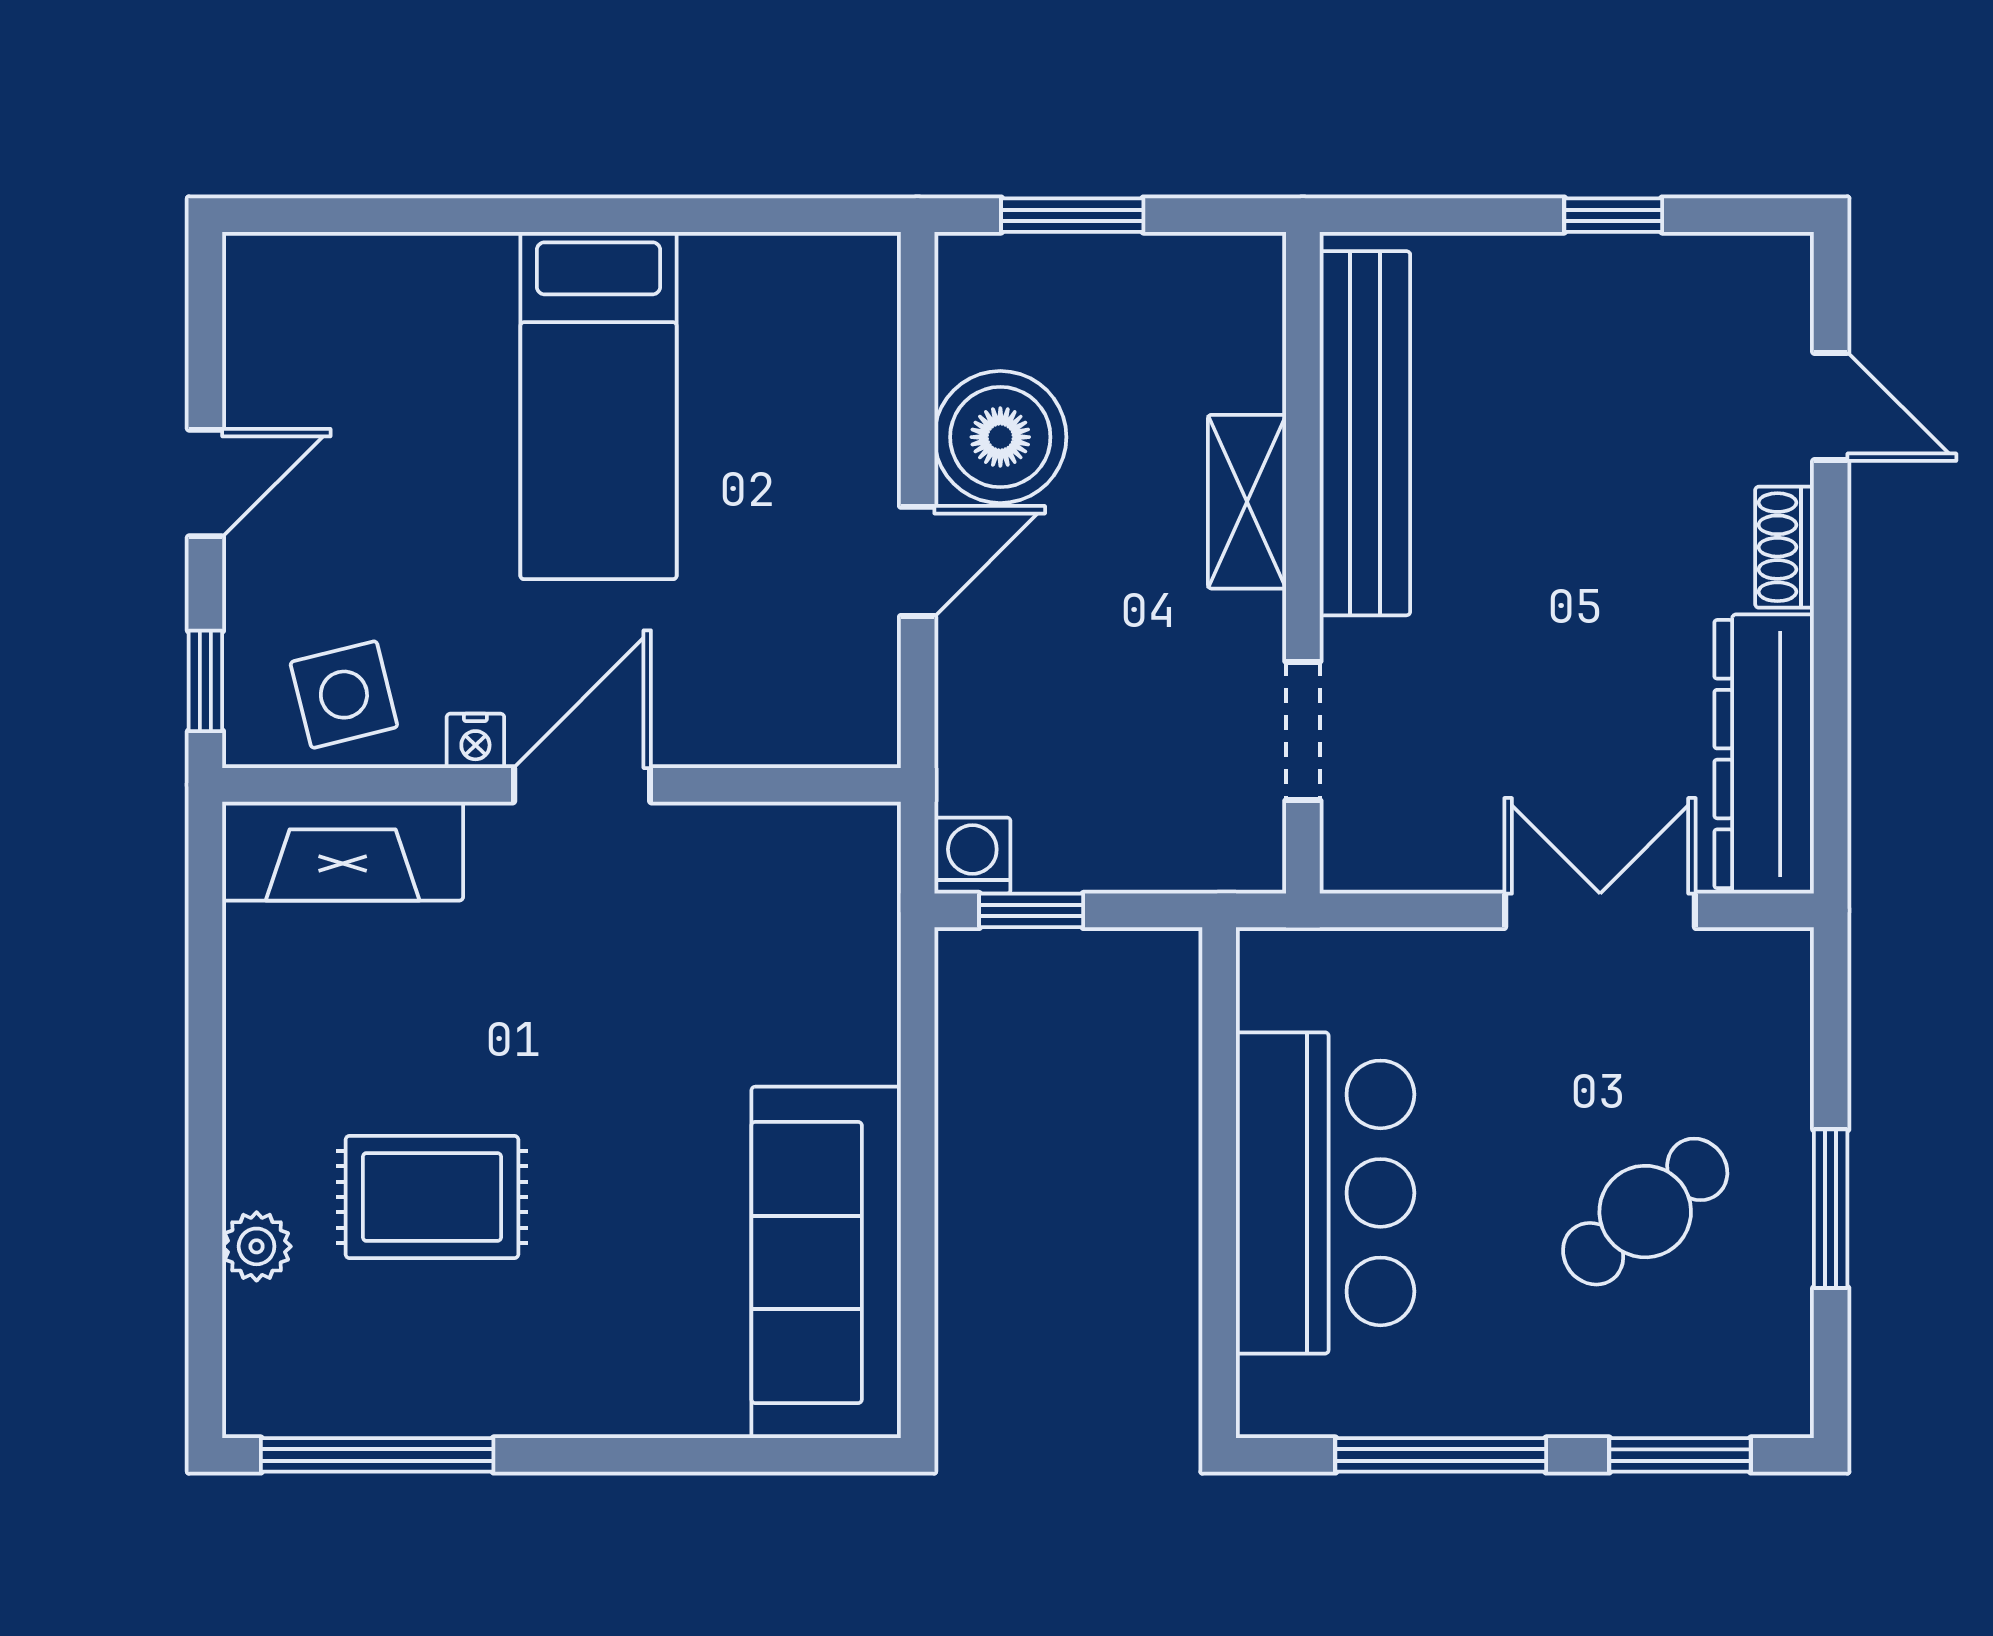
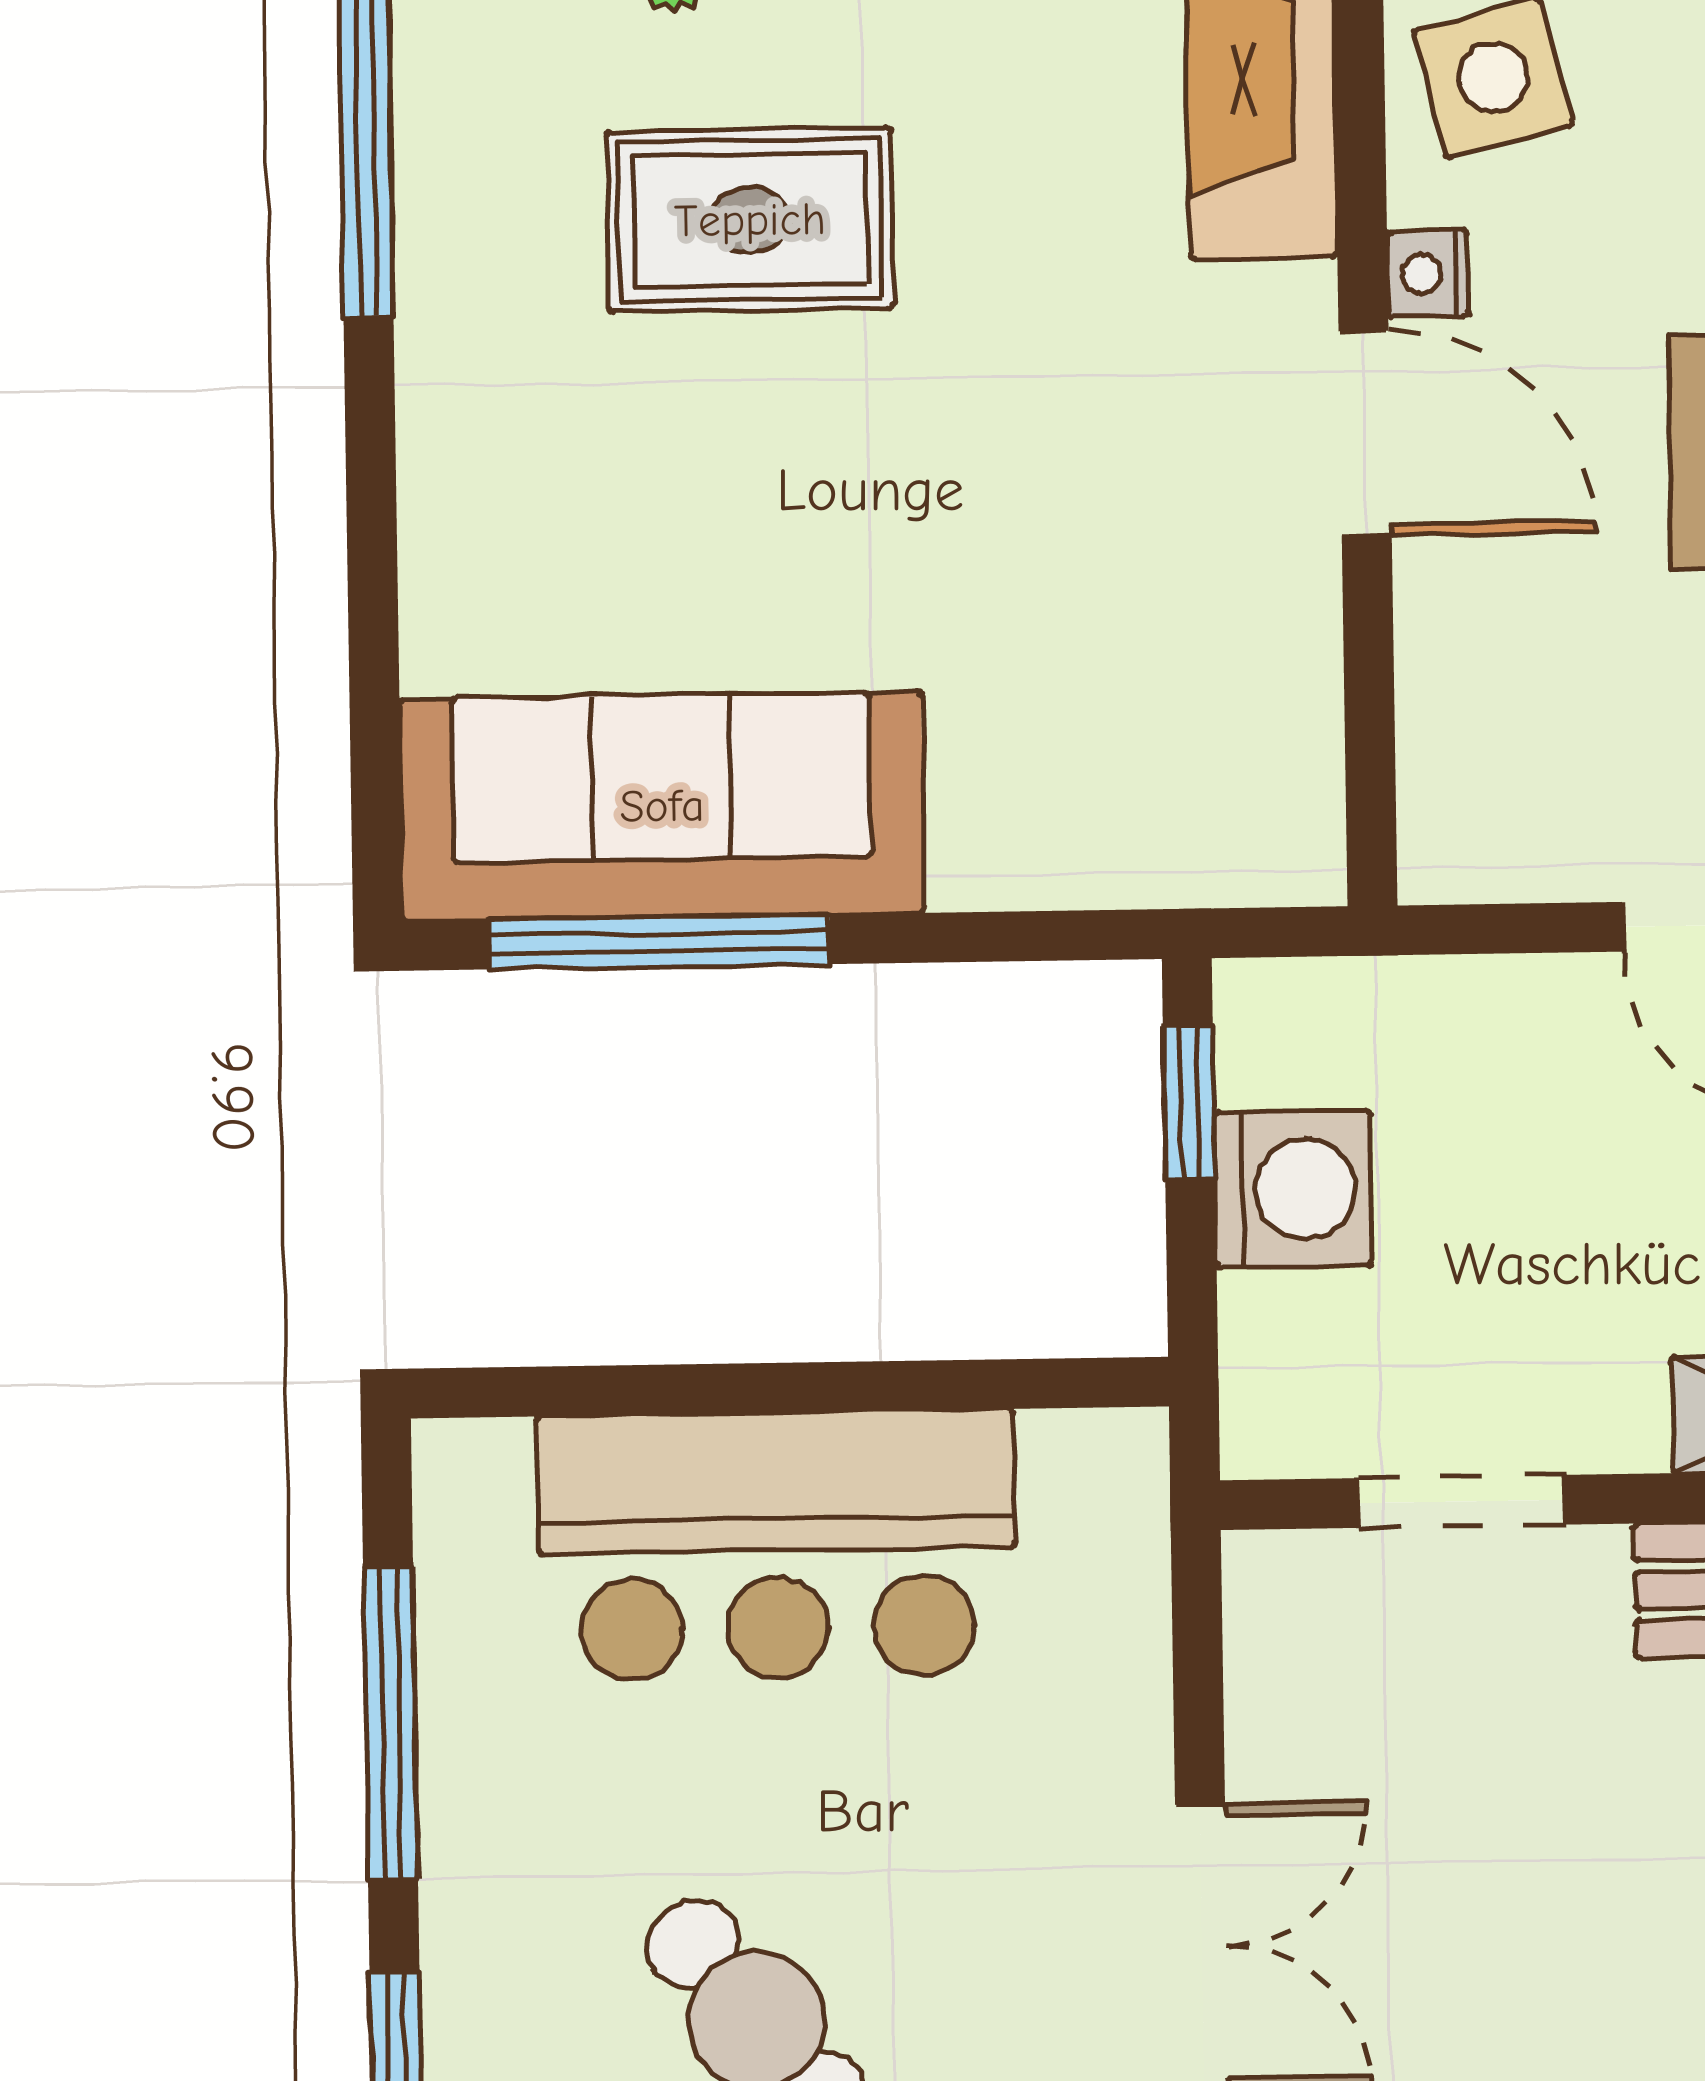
washing machine: (972, 856) -> (1293, 1189), moved, width x1.38, depth x1.38
rug: (432, 1197) -> (750, 220), turned 90
window: (918, 1266) -> (659, 942), added

